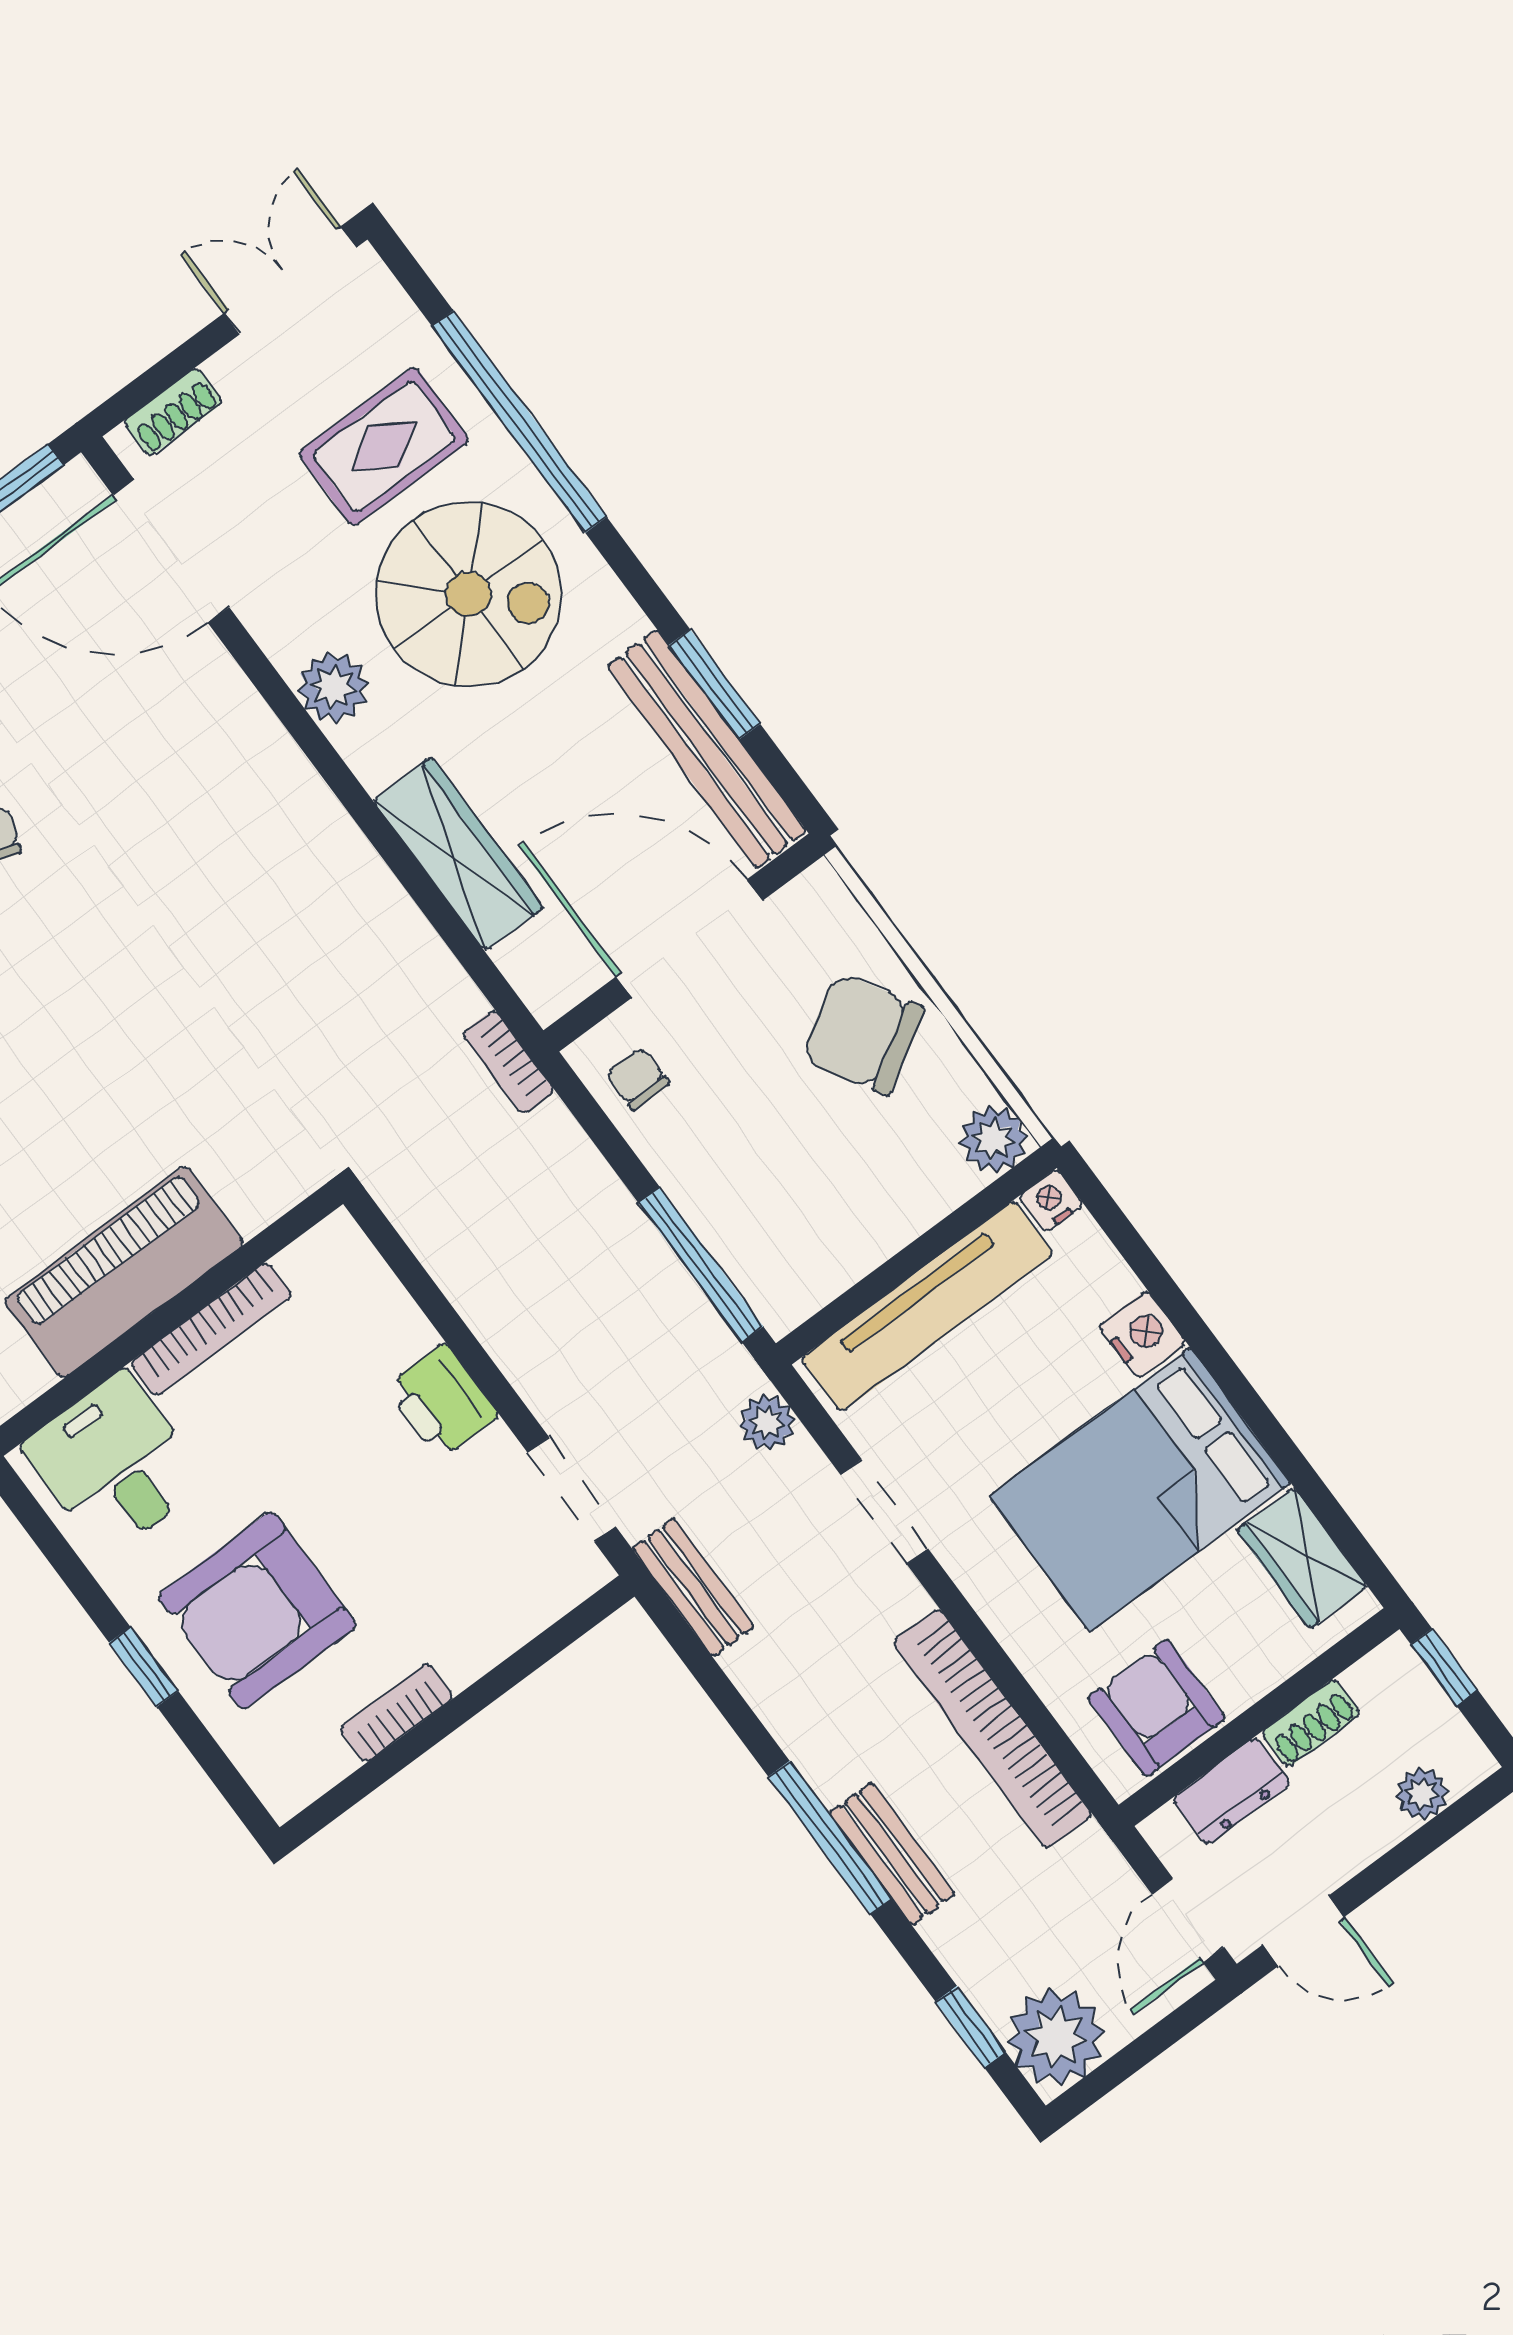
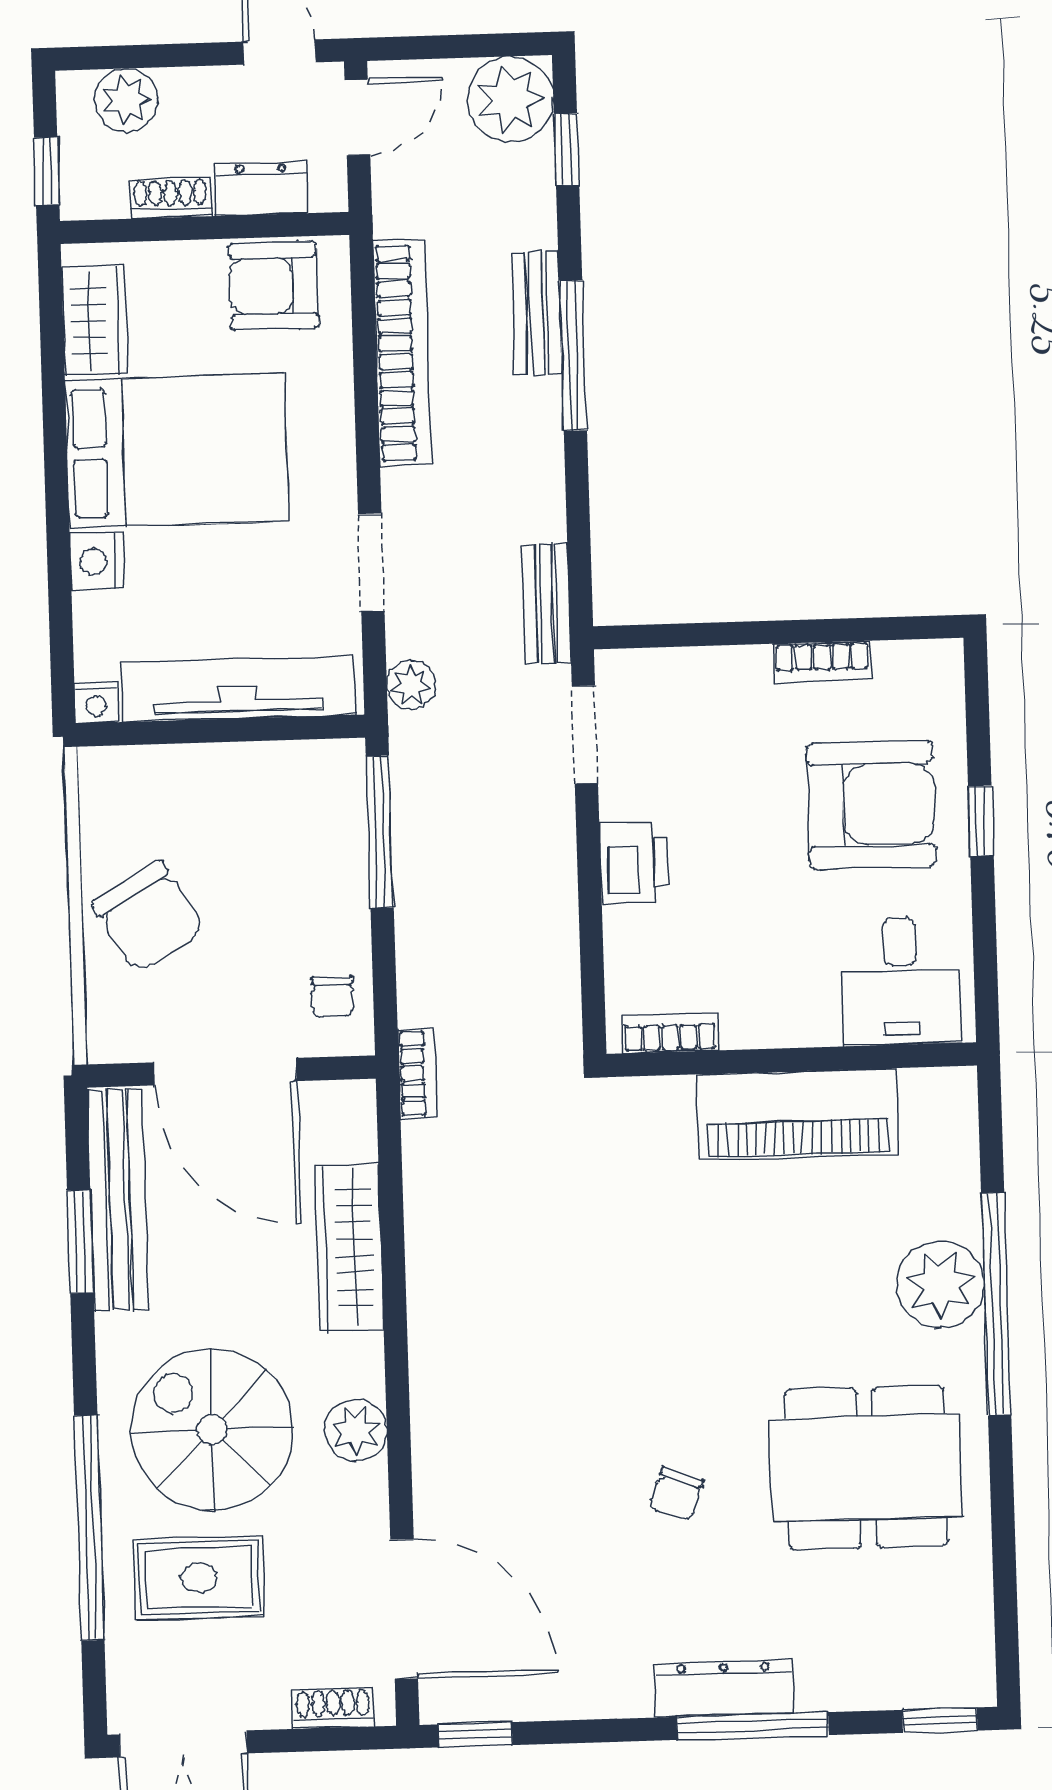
plant: (993, 1139) -> (107, 776), removed
bookcase: (211, 1329) -> (670, 1033), moved, width x0.64
armchair: (1157, 1708) -> (274, 286), turned 90
plant: (1422, 1794) -> (126, 100), width x1.38, depth x1.38

